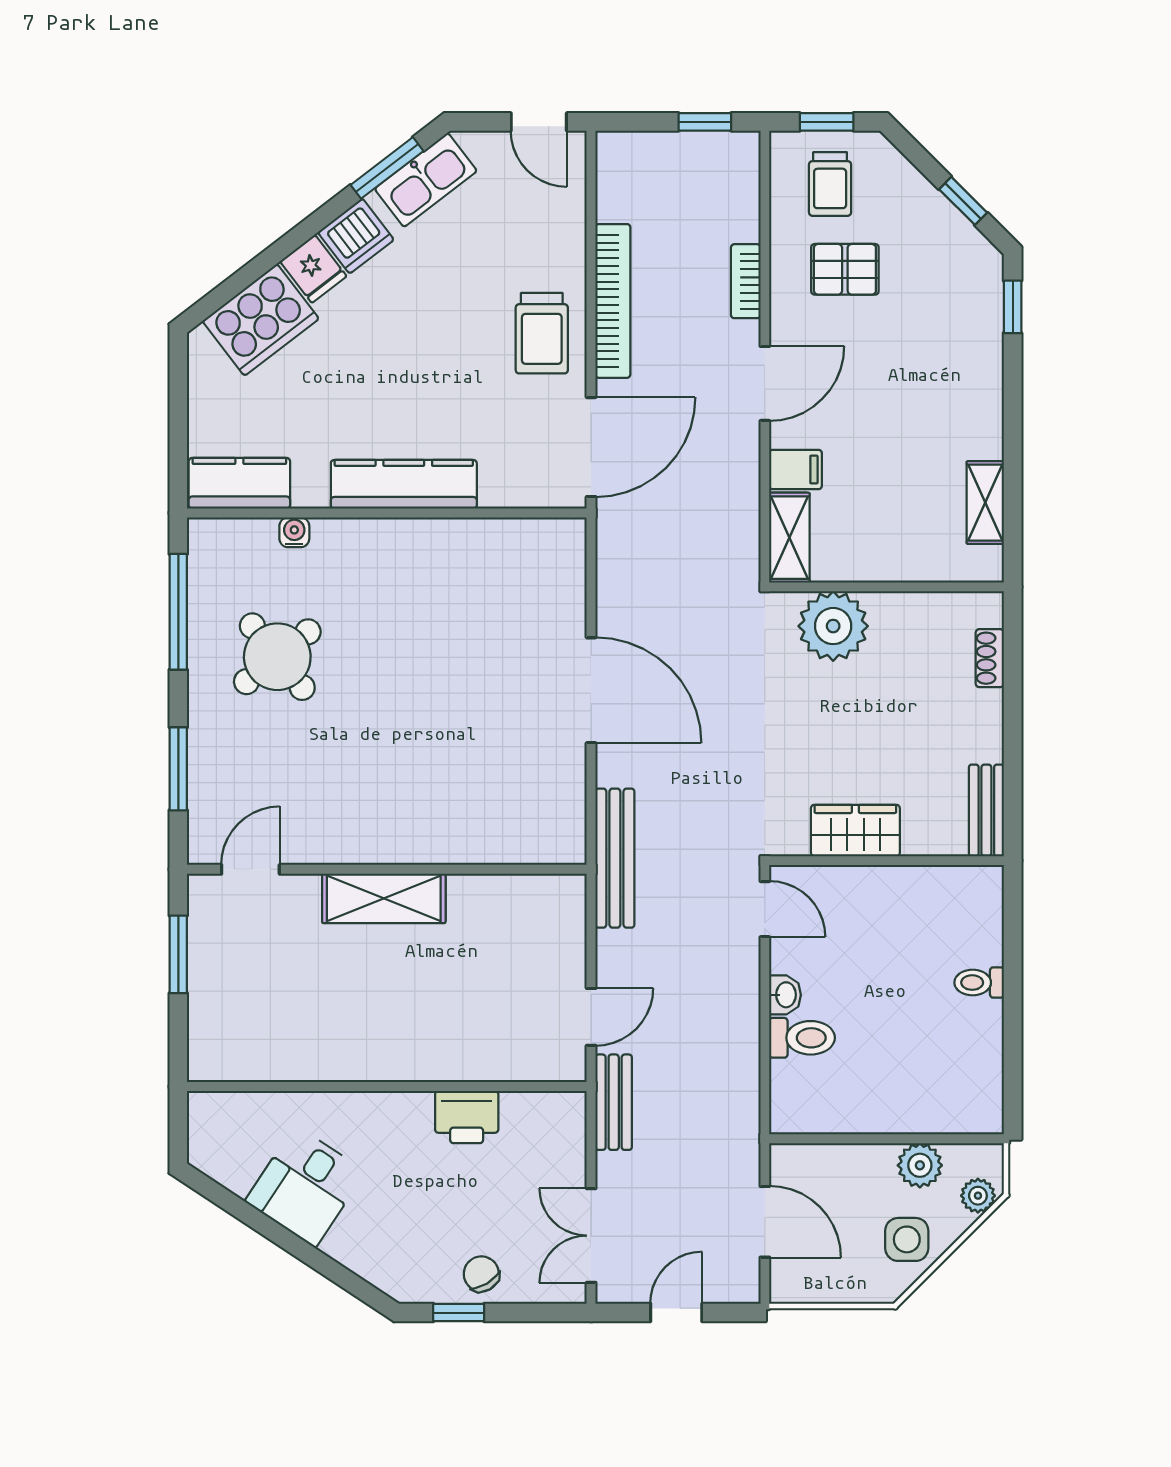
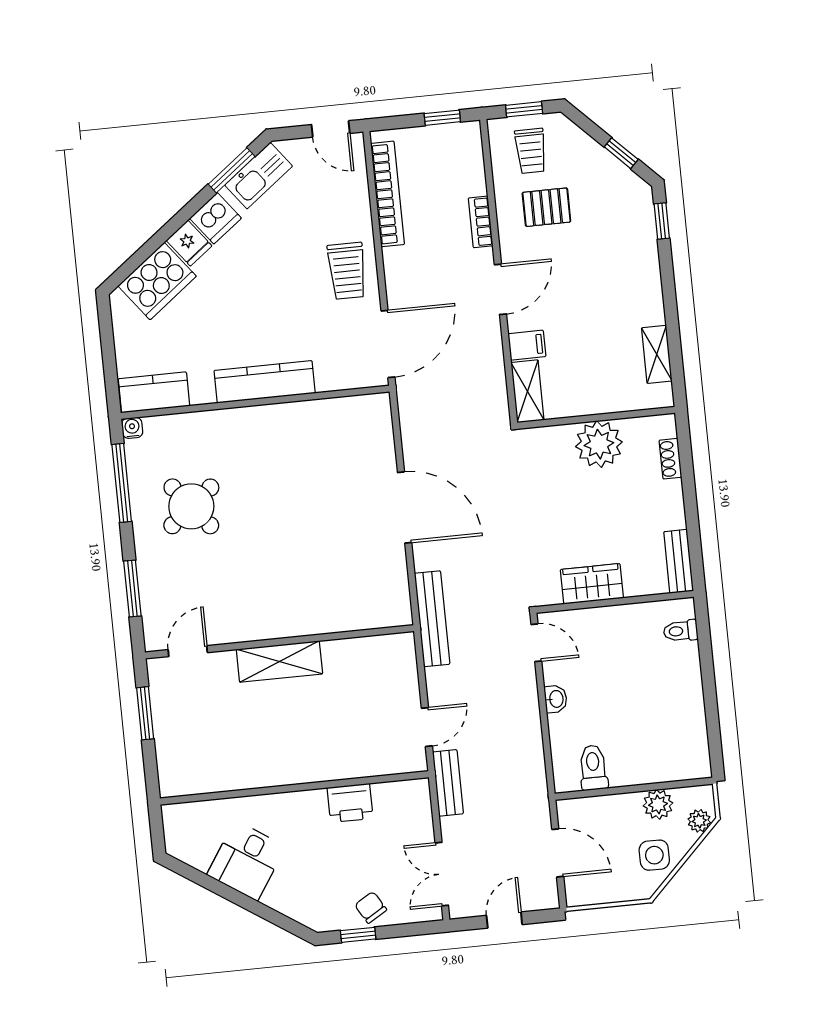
bookcase: (613, 301) -> (388, 194), moved
water cooler: (294, 532) -> (132, 428), moved
plant: (833, 626) -> (599, 444), moved
toilet: (979, 983) -> (681, 631), moved
toilet: (802, 1038) -> (593, 768), moved, turned -90

